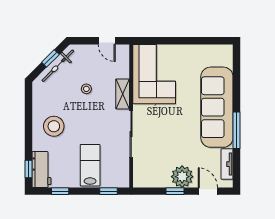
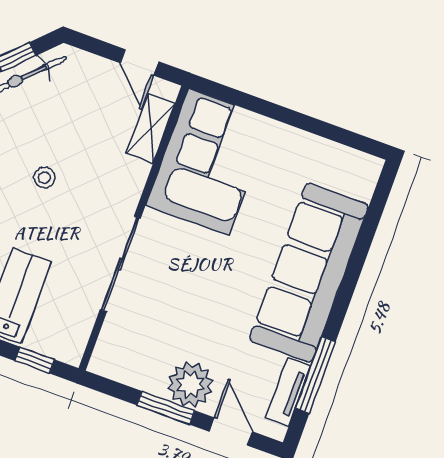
stool: (86, 89) -> (45, 178), moved
shelving: (123, 94) -> (151, 129), moved
window: (237, 130) -> (315, 375), moved
window: (175, 191) -> (166, 408), width x1.50

